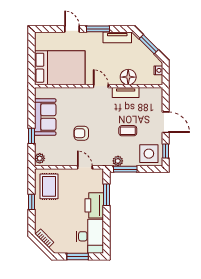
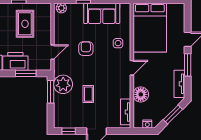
tv unit: (126, 92) -> (126, 112), moved
side table: (149, 154) -> (118, 43), moved, width x0.54, depth x0.54
plant: (118, 161) -> (63, 84), width x1.87, depth x1.87
rug: (49, 186) -> (25, 24), moved, turned 90

